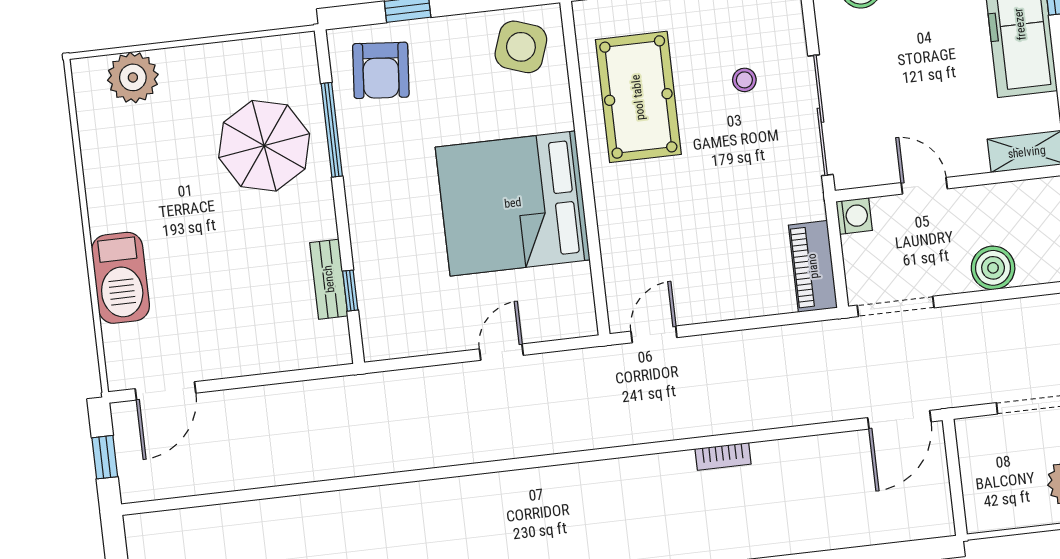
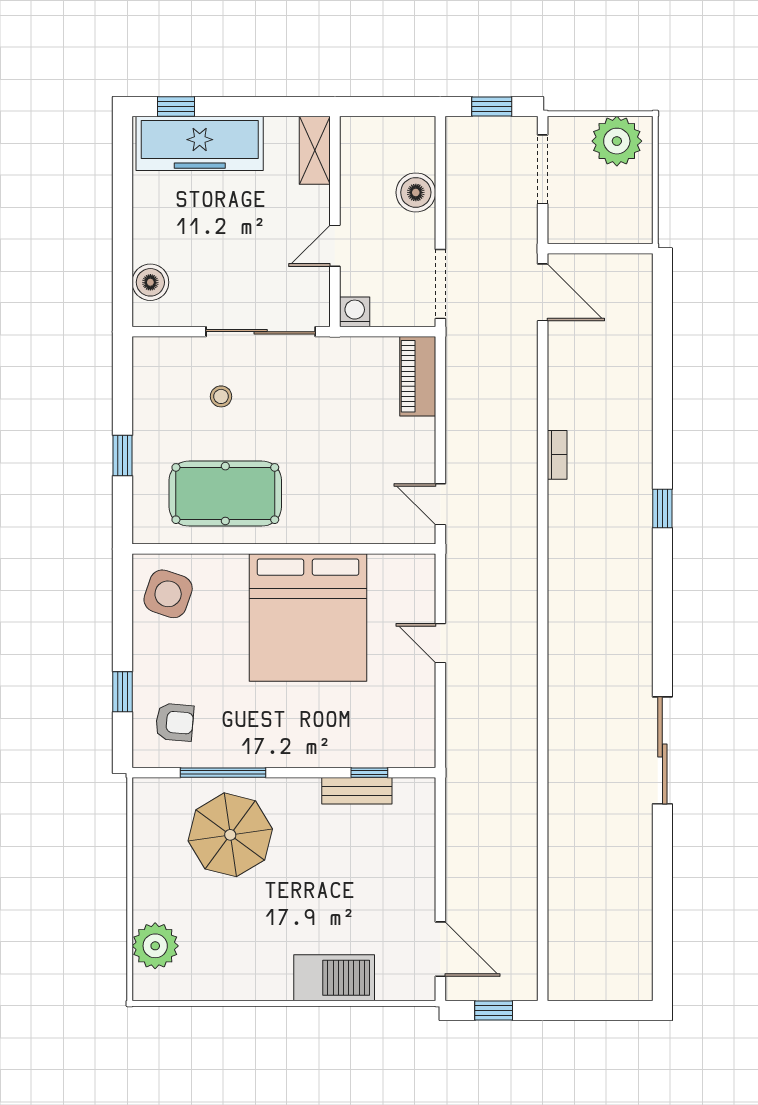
armchair: (381, 70) -> (175, 722), width x0.72, depth x0.72
piano: (813, 266) -> (418, 376), moved, turned 90

